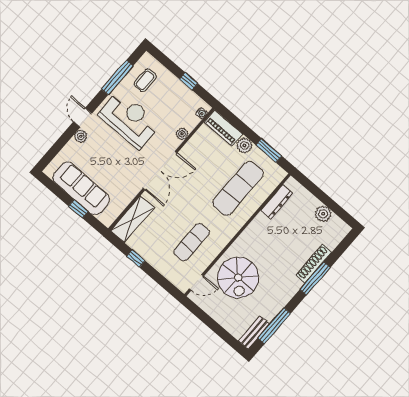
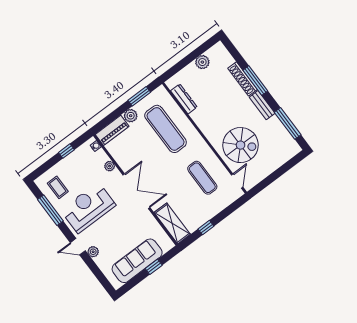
bench: (254, 333) -> (262, 105), moved

